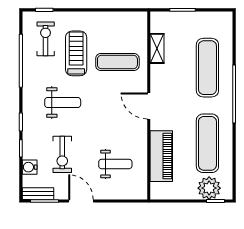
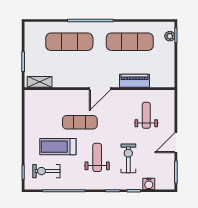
shelving: (157, 48) -> (40, 82), moved
exercise mat: (117, 62) -> (80, 122), moved, turned 90
exercise bike: (62, 154) -> (128, 158), moved, turned -90
piano: (161, 156) -> (134, 81), width x0.73, depth x0.75
plant: (209, 188) -> (170, 36), width x0.53, depth x0.53
bench: (38, 194) -> (170, 177), removed

